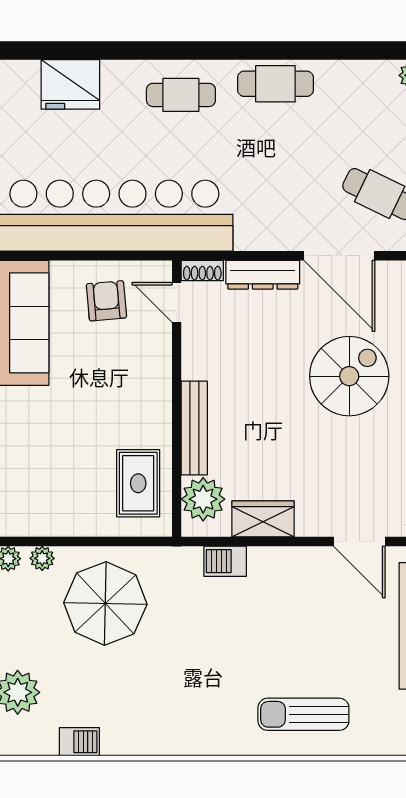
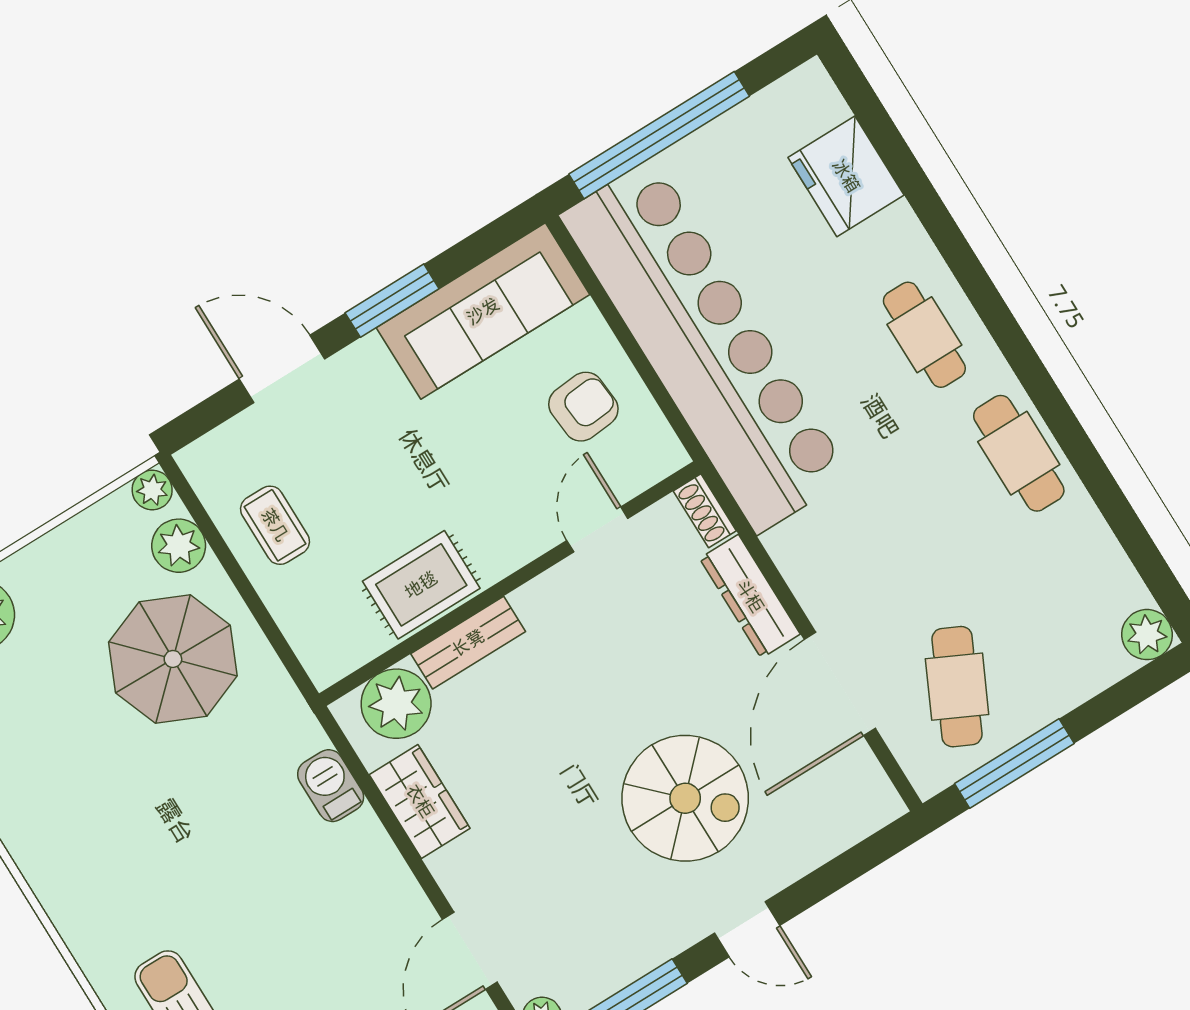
door: (177, 302) -> (597, 529), moved
bench: (194, 428) -> (468, 643), width x0.73
rug: (138, 483) -> (421, 585), moved
coffee table: (68, 505) -> (275, 525), added
plant: (42, 558) -> (179, 546), width x1.38, depth x1.38

